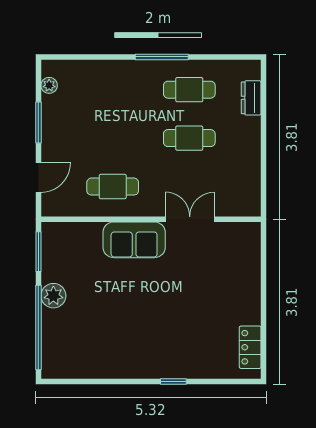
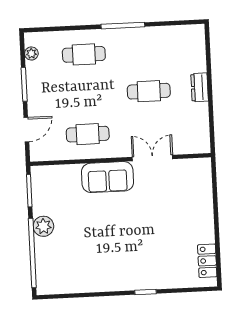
cafe table: (189, 90) -> (84, 54), moved
dresser: (251, 98) -> (200, 87), moved

